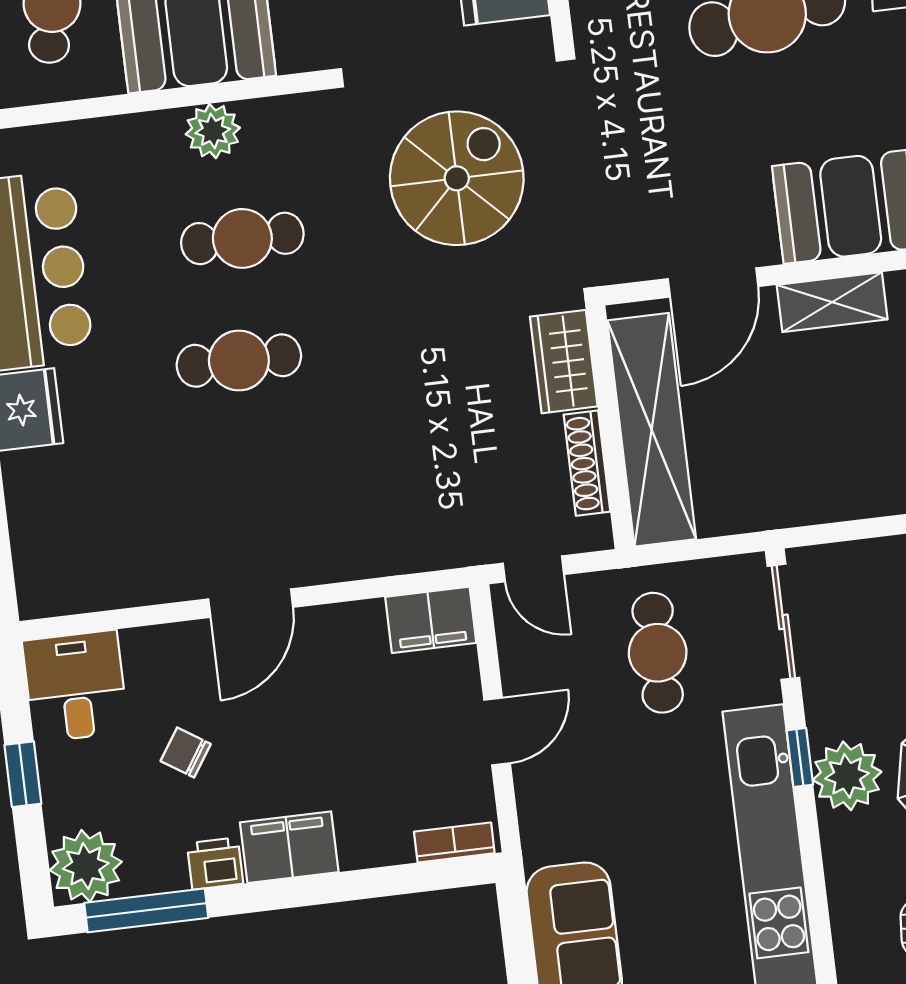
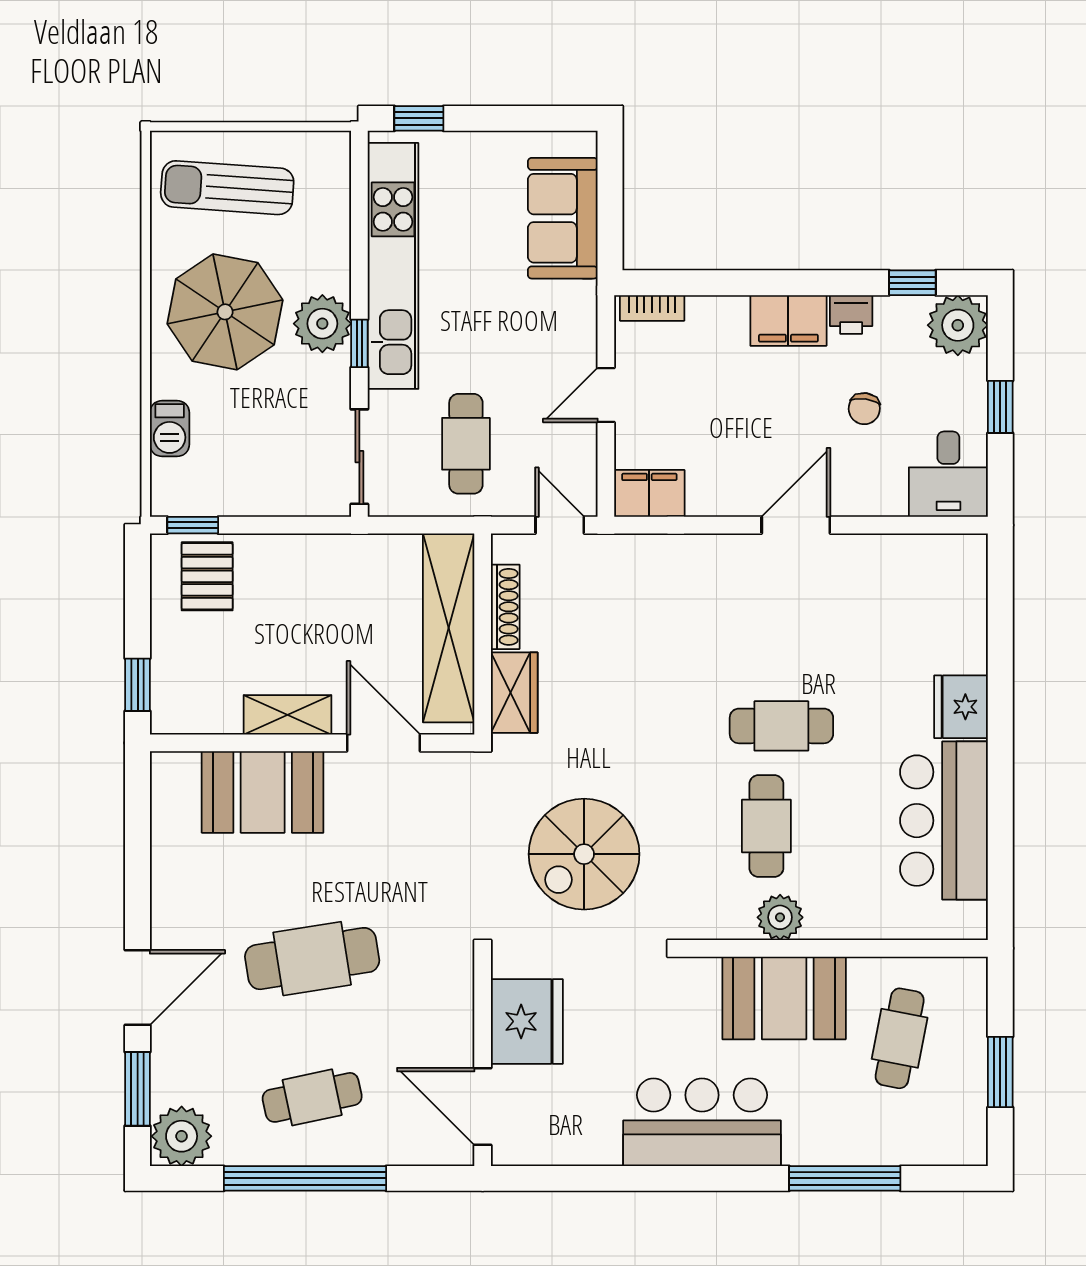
cafe table: (242, 238) -> (766, 826), turned 90
door: (713, 283) -> (383, 743), hinge flipped
chair: (186, 753) -> (864, 409), turned 65
window: (146, 910) -> (912, 283), width x0.46

